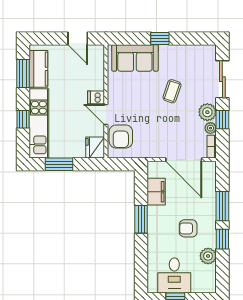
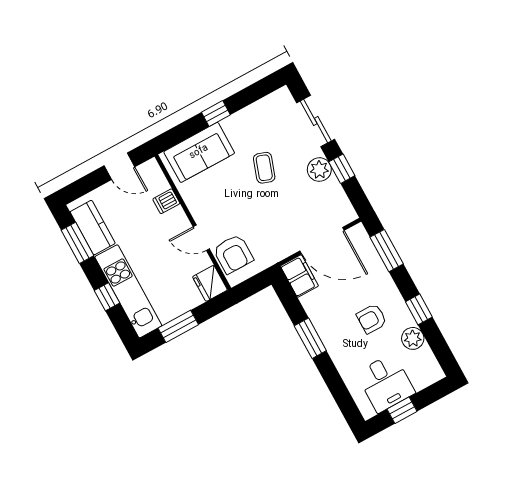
dishwasher: (96, 97) -> (166, 201), moved
plant: (210, 128) -> (333, 186), removed
bookcase: (212, 147) -> (347, 207), removed
filing cabinet: (156, 192) -> (299, 276), moved
window: (222, 206) -> (387, 251), moved

